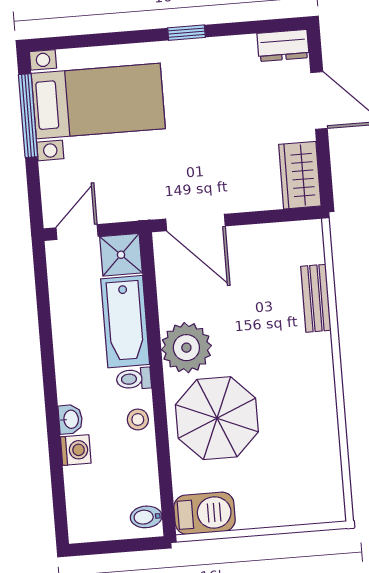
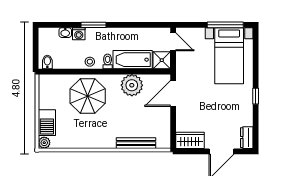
bench: (316, 298) -> (136, 143), width x1.36
plant: (186, 348) -> (132, 85), moved
window: (52, 418) -> (93, 25), added
washbasin: (70, 419) -> (65, 33), moved
plant: (332, 509) -> (44, 143), added
barbecue: (205, 513) -> (47, 123), moved

